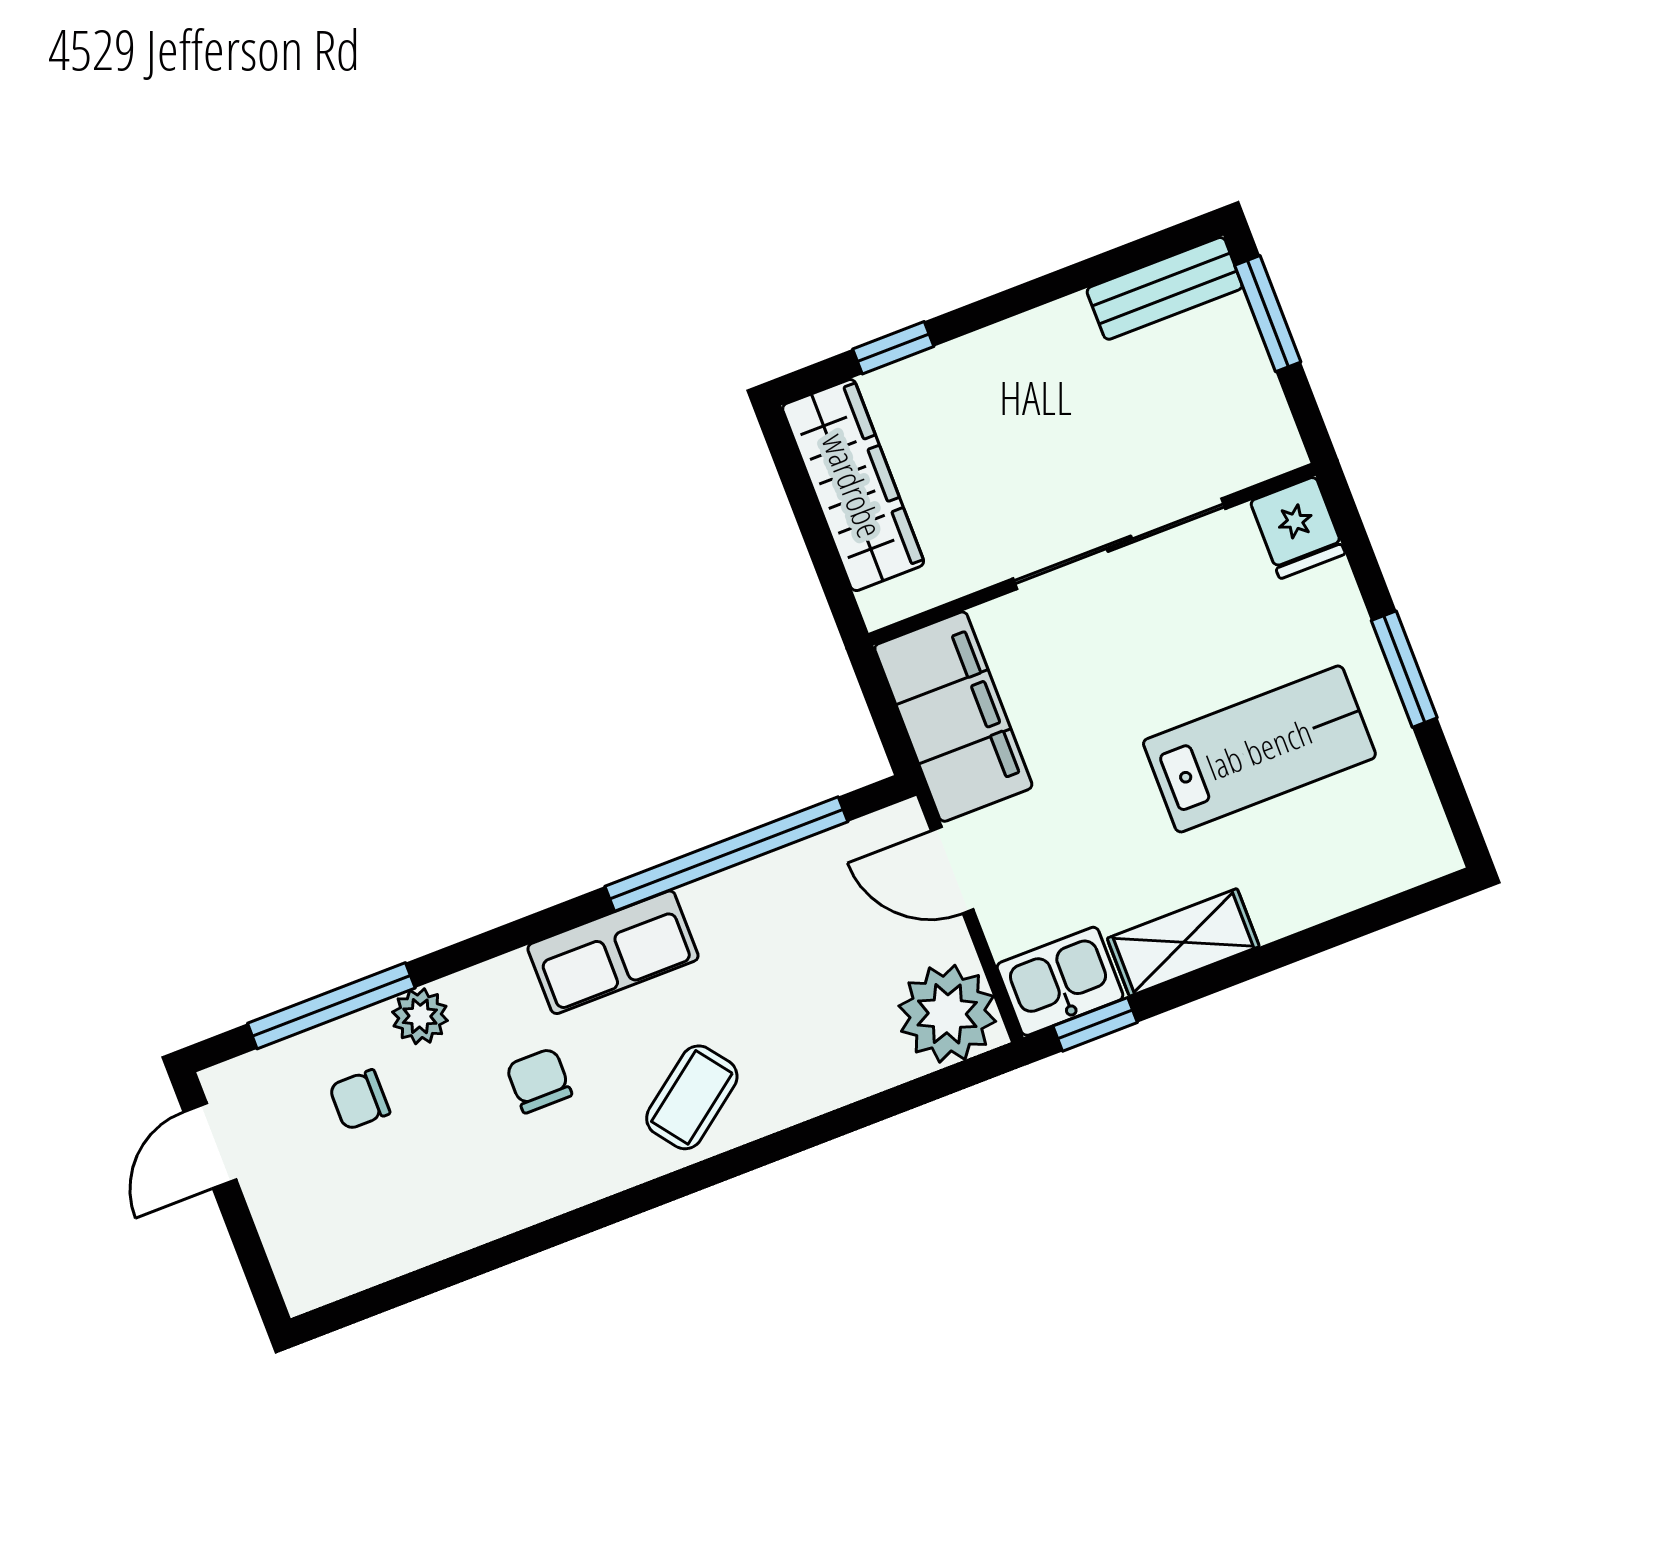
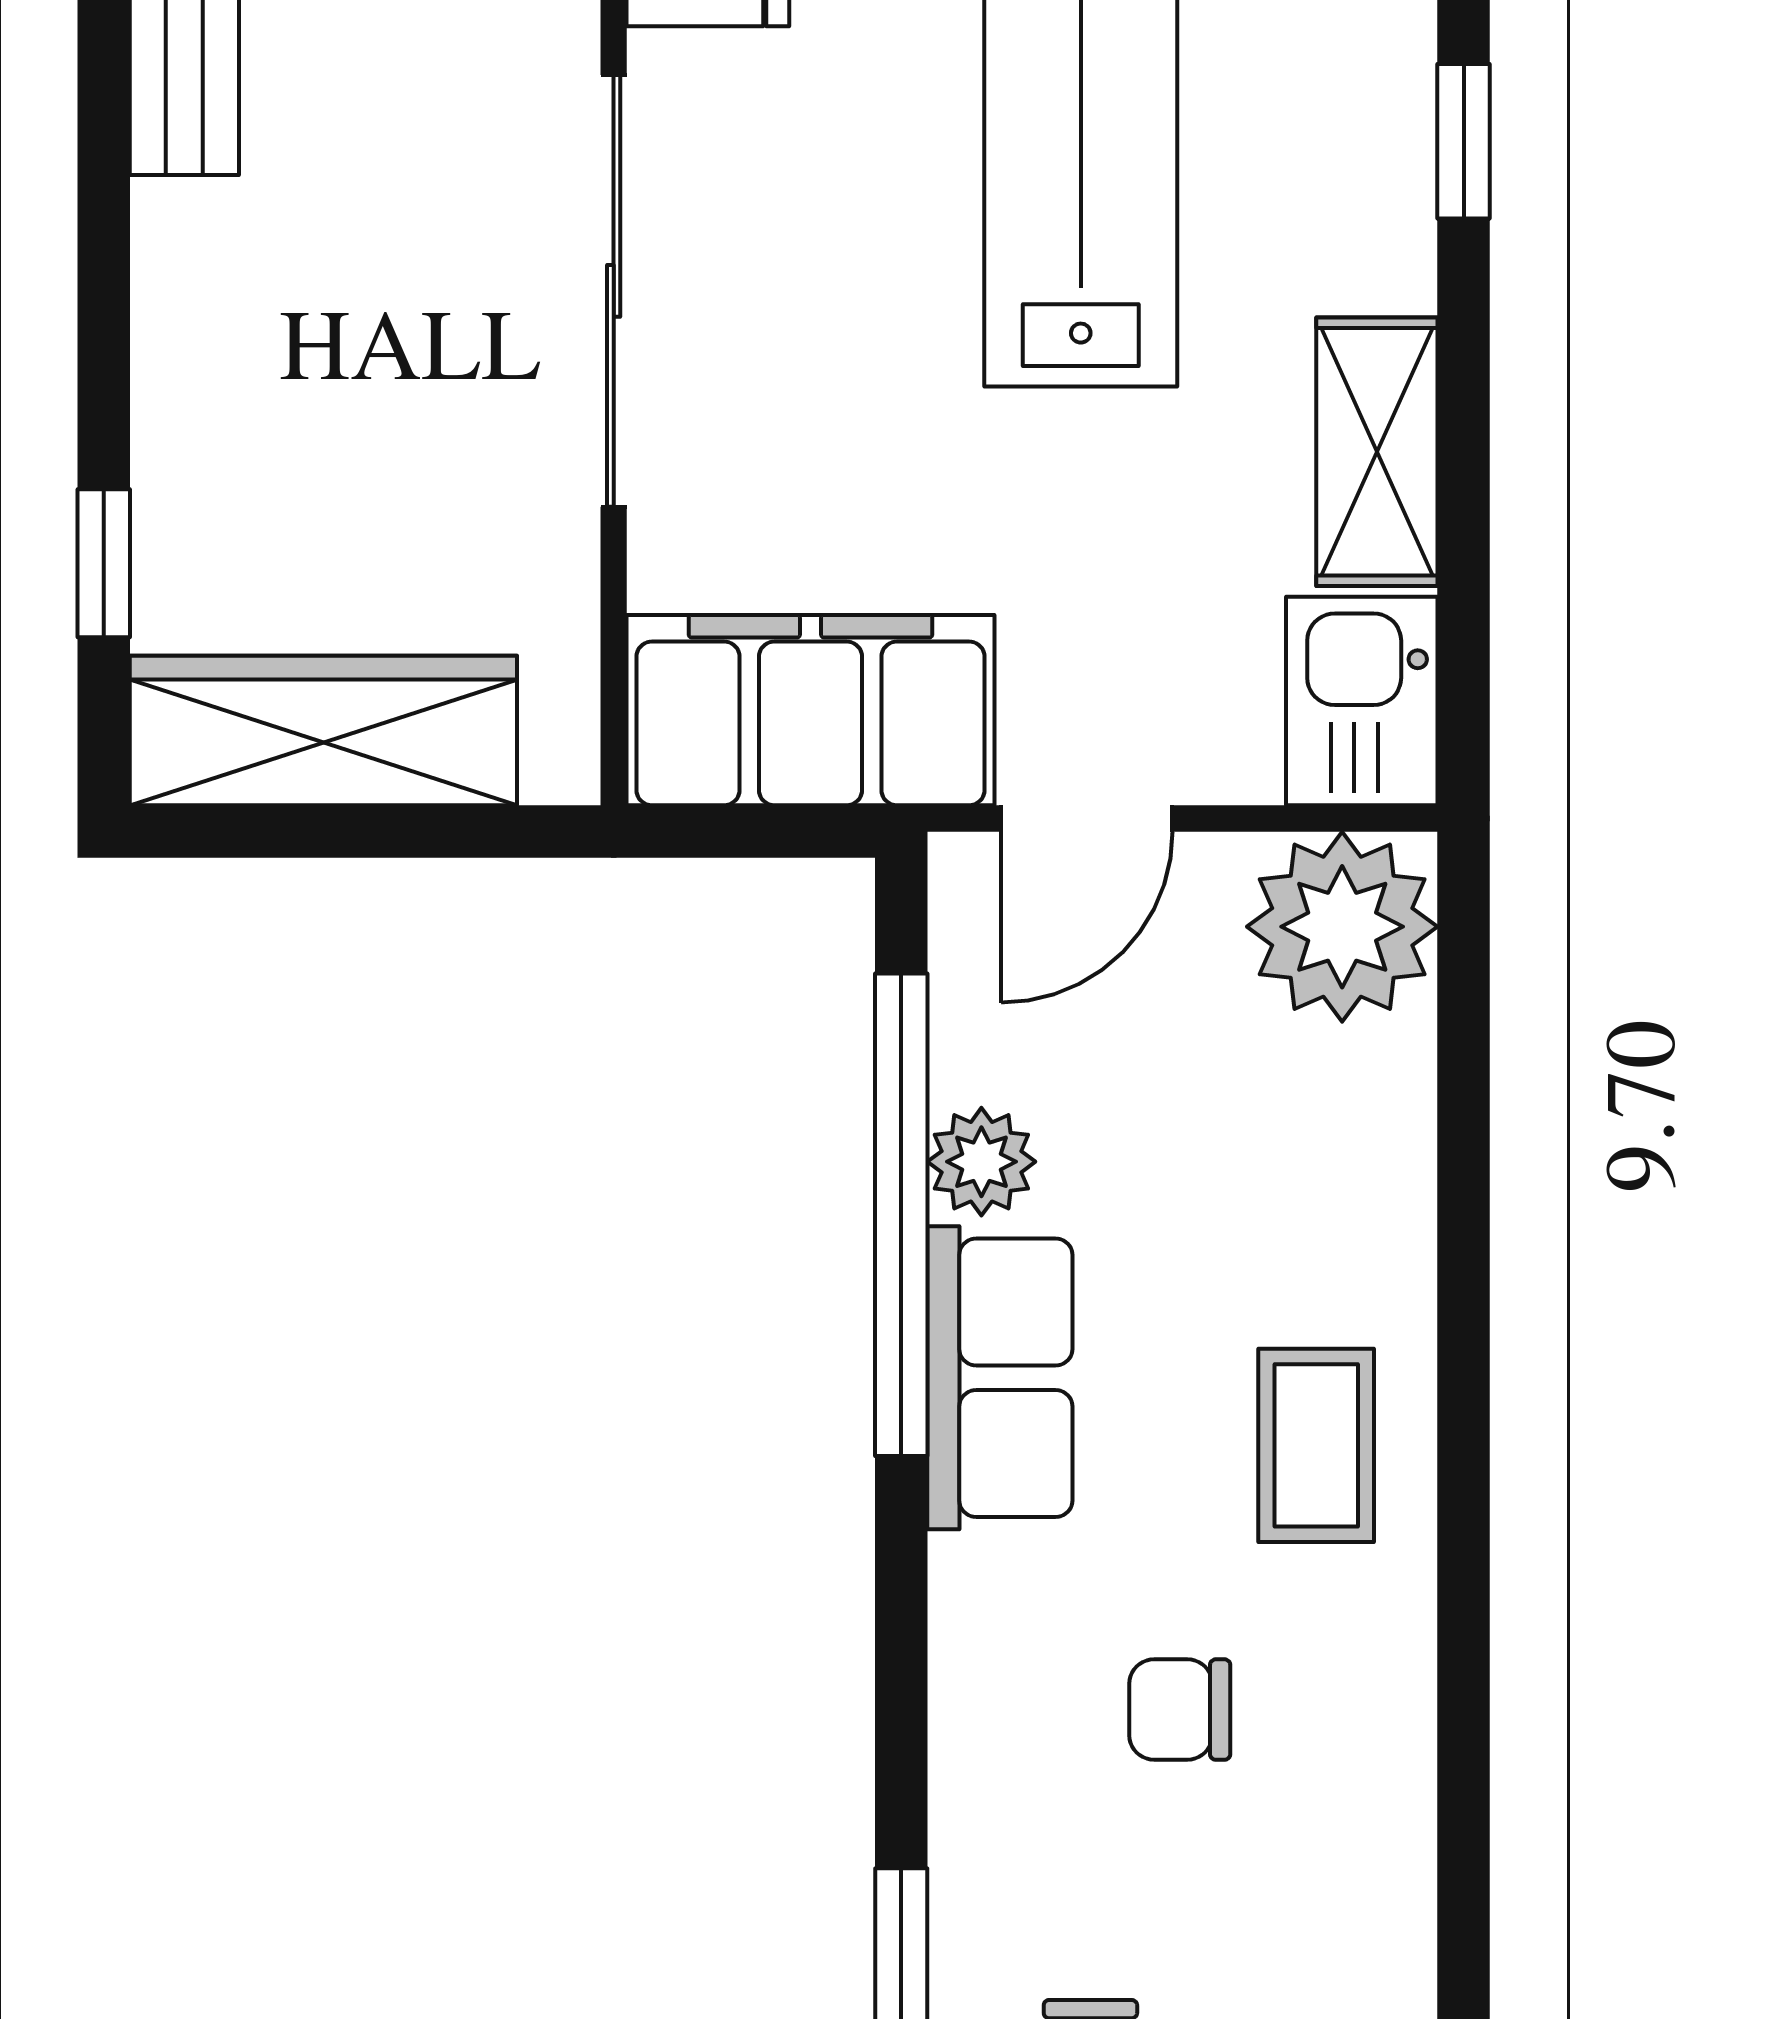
row of seats: (613, 952) -> (1000, 1378), moved
plant: (420, 1016) -> (981, 1162), moved
window: (1095, 1024) -> (1464, 141), moved
coffee table: (692, 1097) -> (1316, 1445), turned 37

